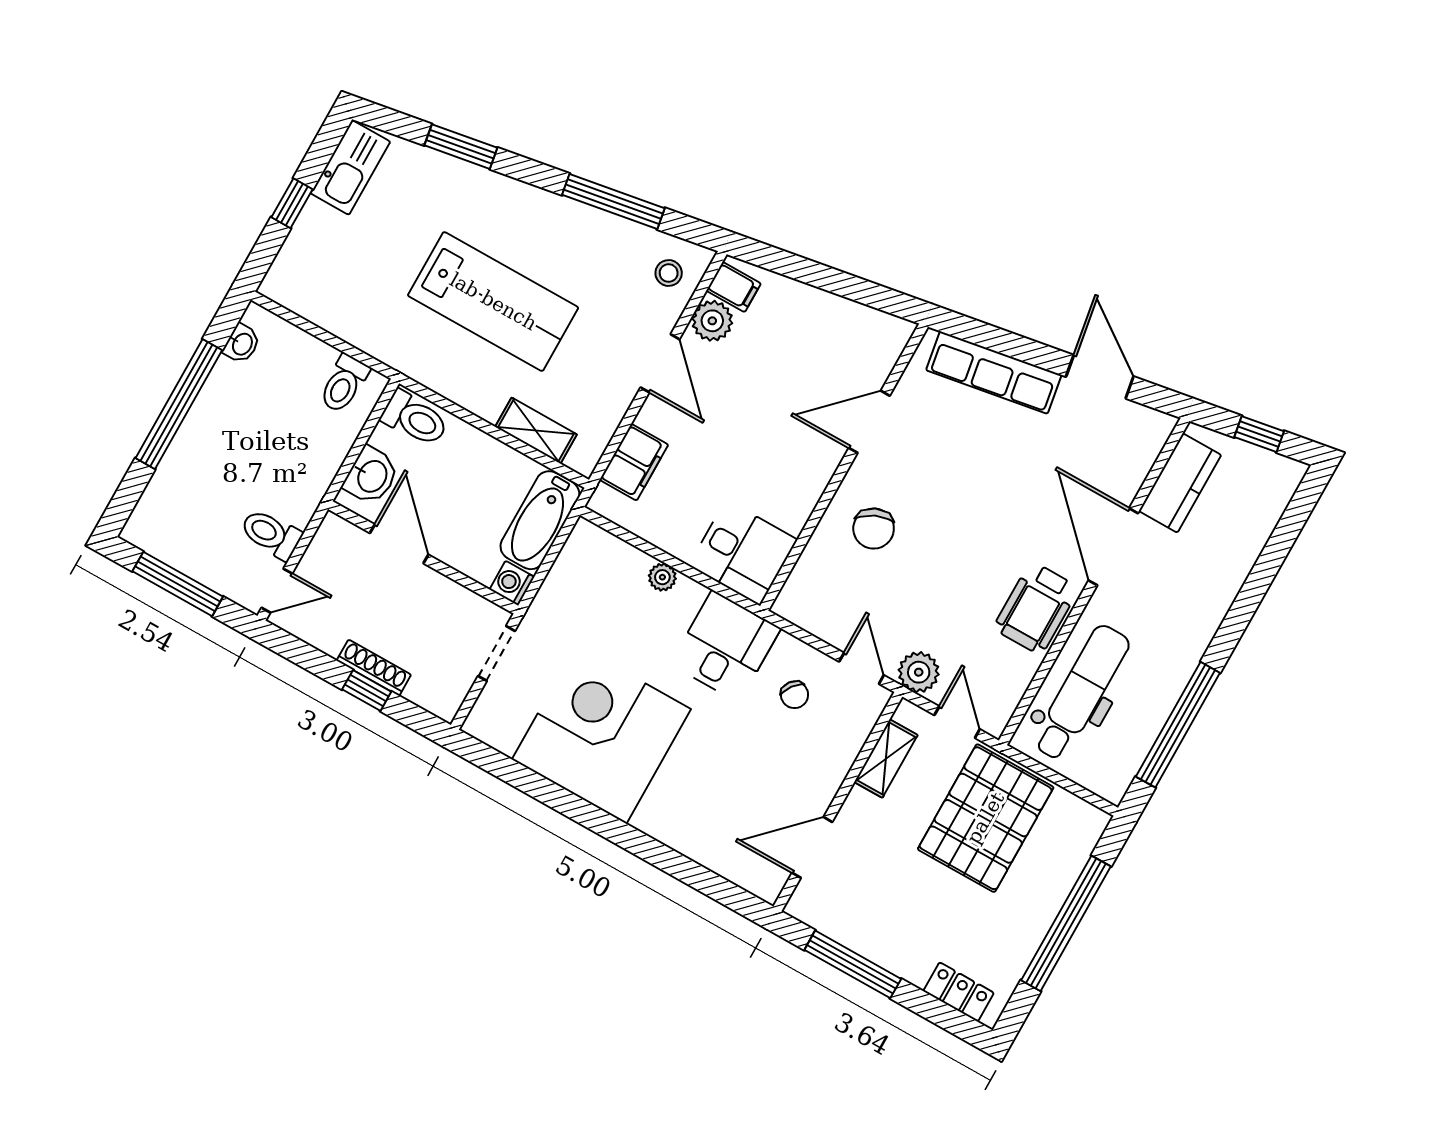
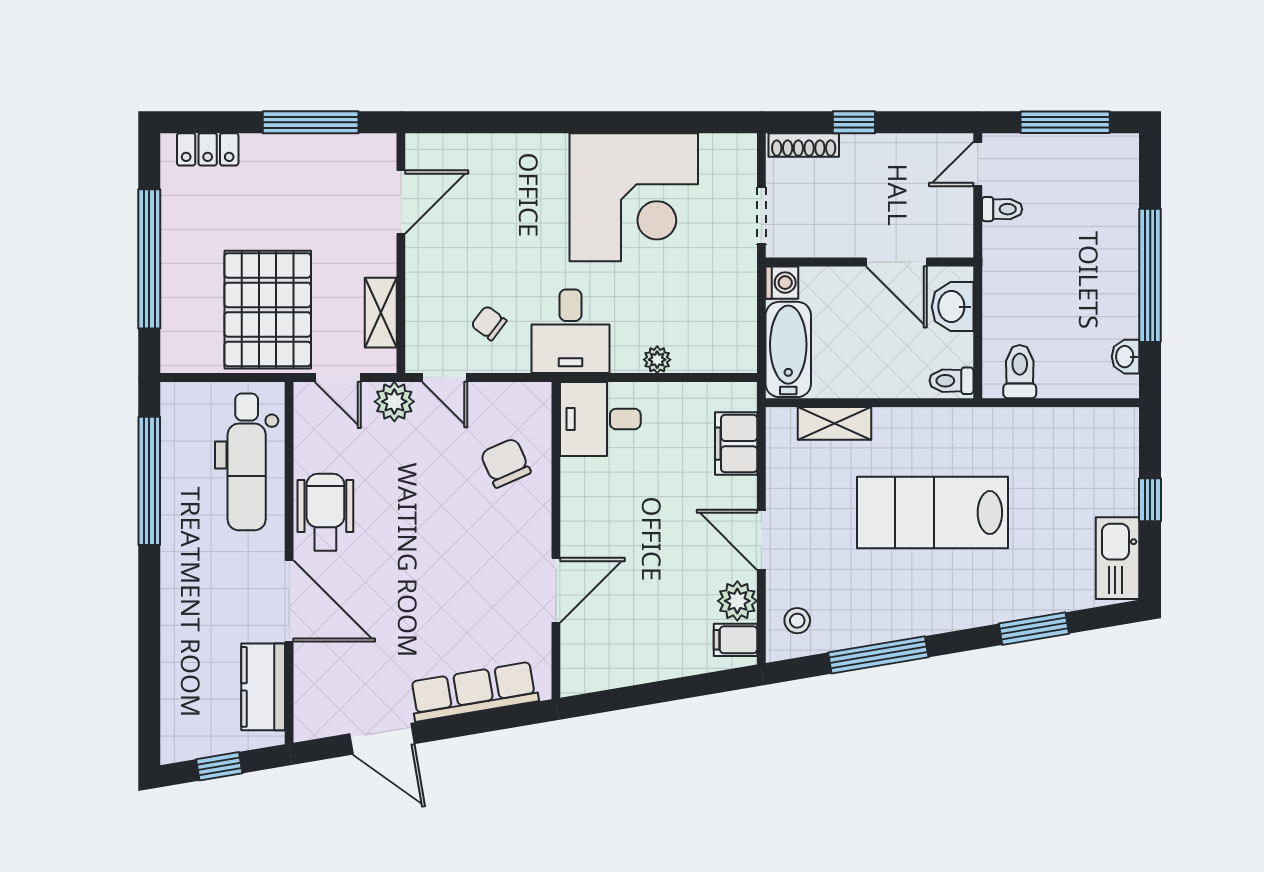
toilet: (415, 419) -> (951, 381), width x0.73, depth x0.72
chair: (874, 529) -> (506, 463), moved
toilet: (271, 534) -> (1002, 209), width x0.73, depth x0.72
shoe rack: (374, 668) -> (804, 145), moved

